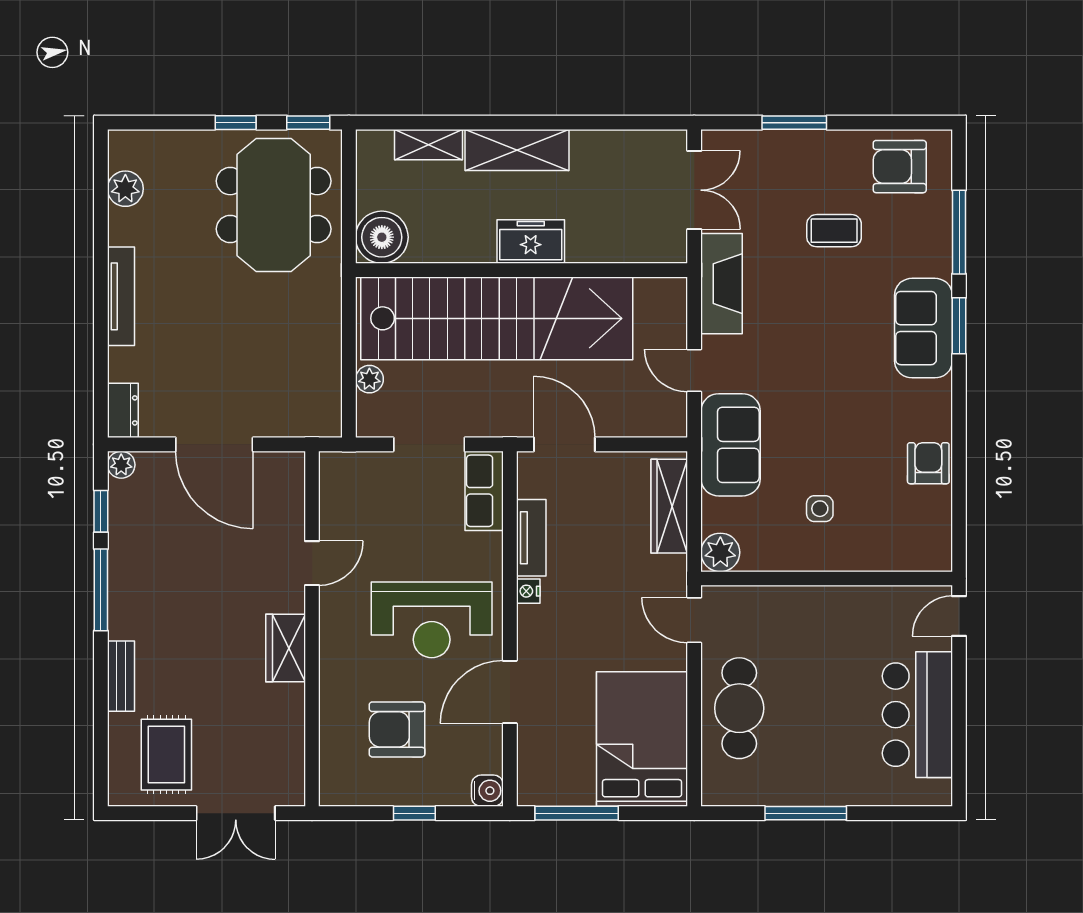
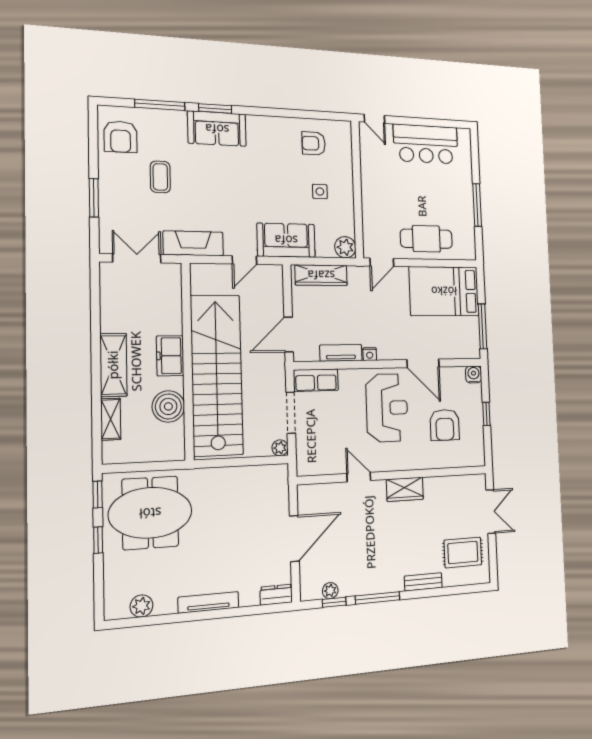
boiler: (382, 237) -> (168, 406), moved
plant: (369, 379) -> (280, 448), moved
armchair: (928, 463) -> (314, 143), moved
plant: (121, 465) -> (330, 591), moved

